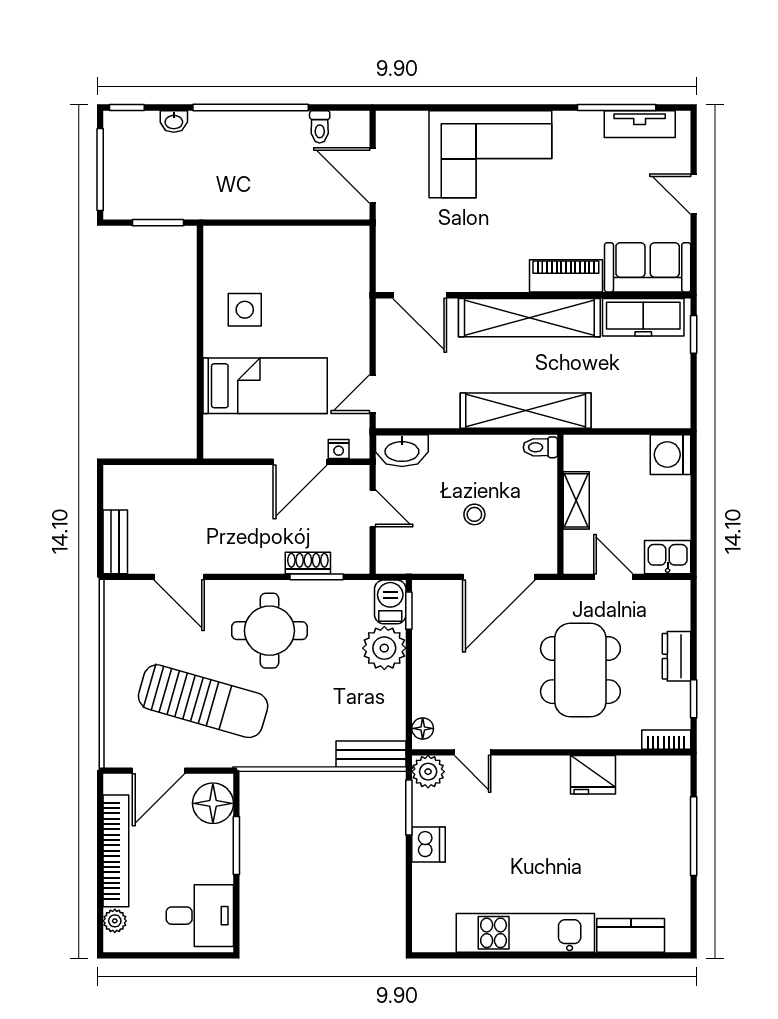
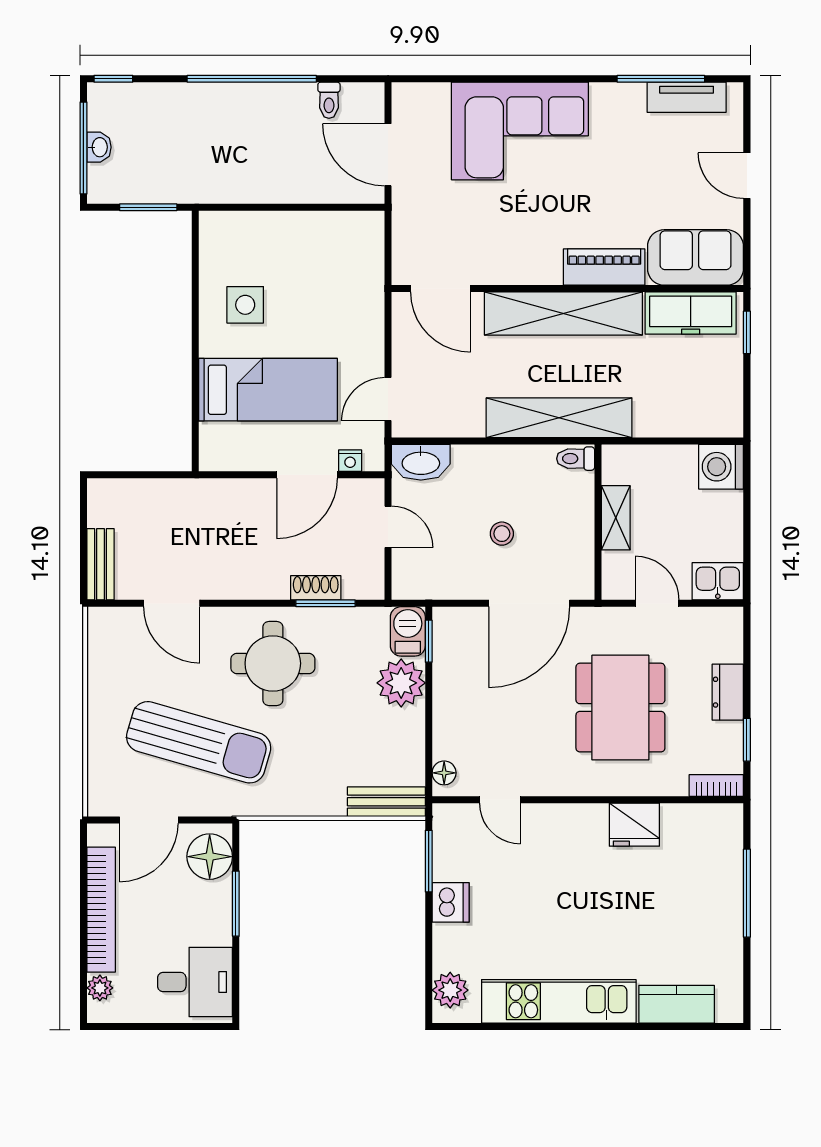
washbasin: (174, 121) -> (99, 147), moved, turned -90
plant: (428, 772) -> (450, 990), moved

